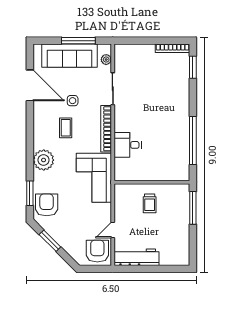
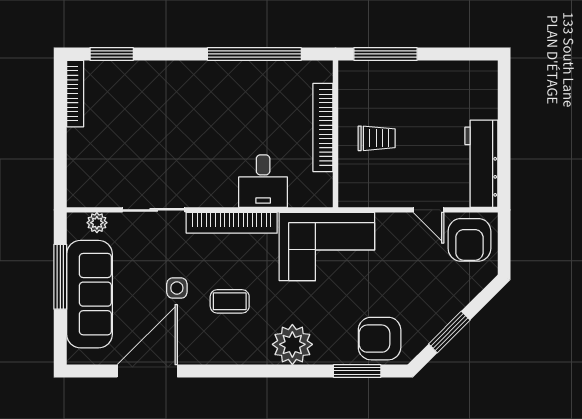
bookcase: (155, 176) -> (323, 127), added
armchair: (97, 251) -> (469, 240), turned -90

